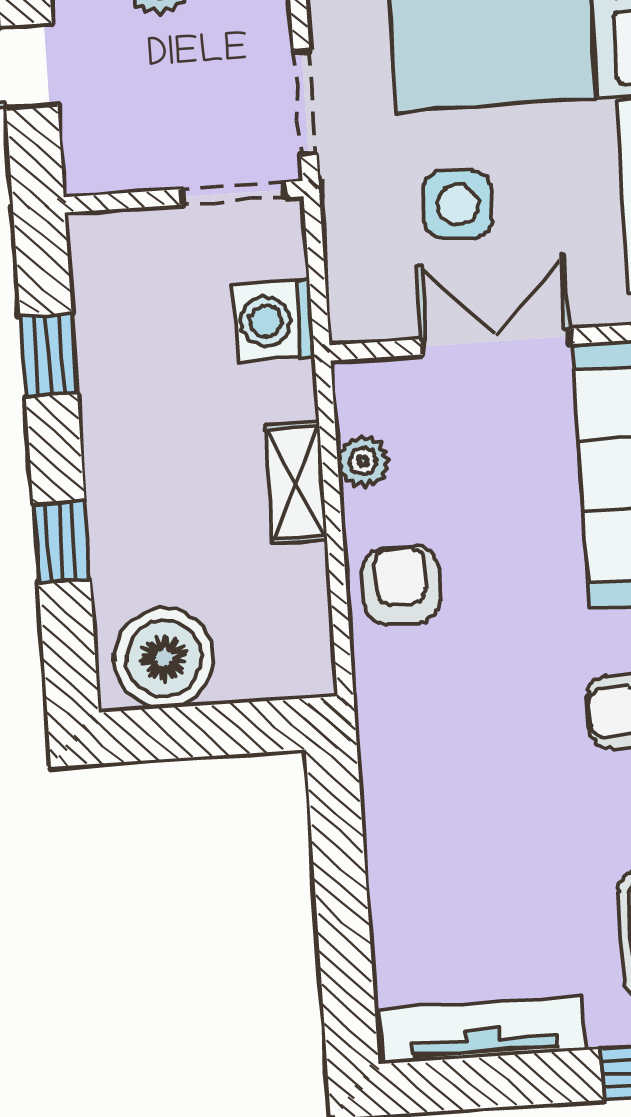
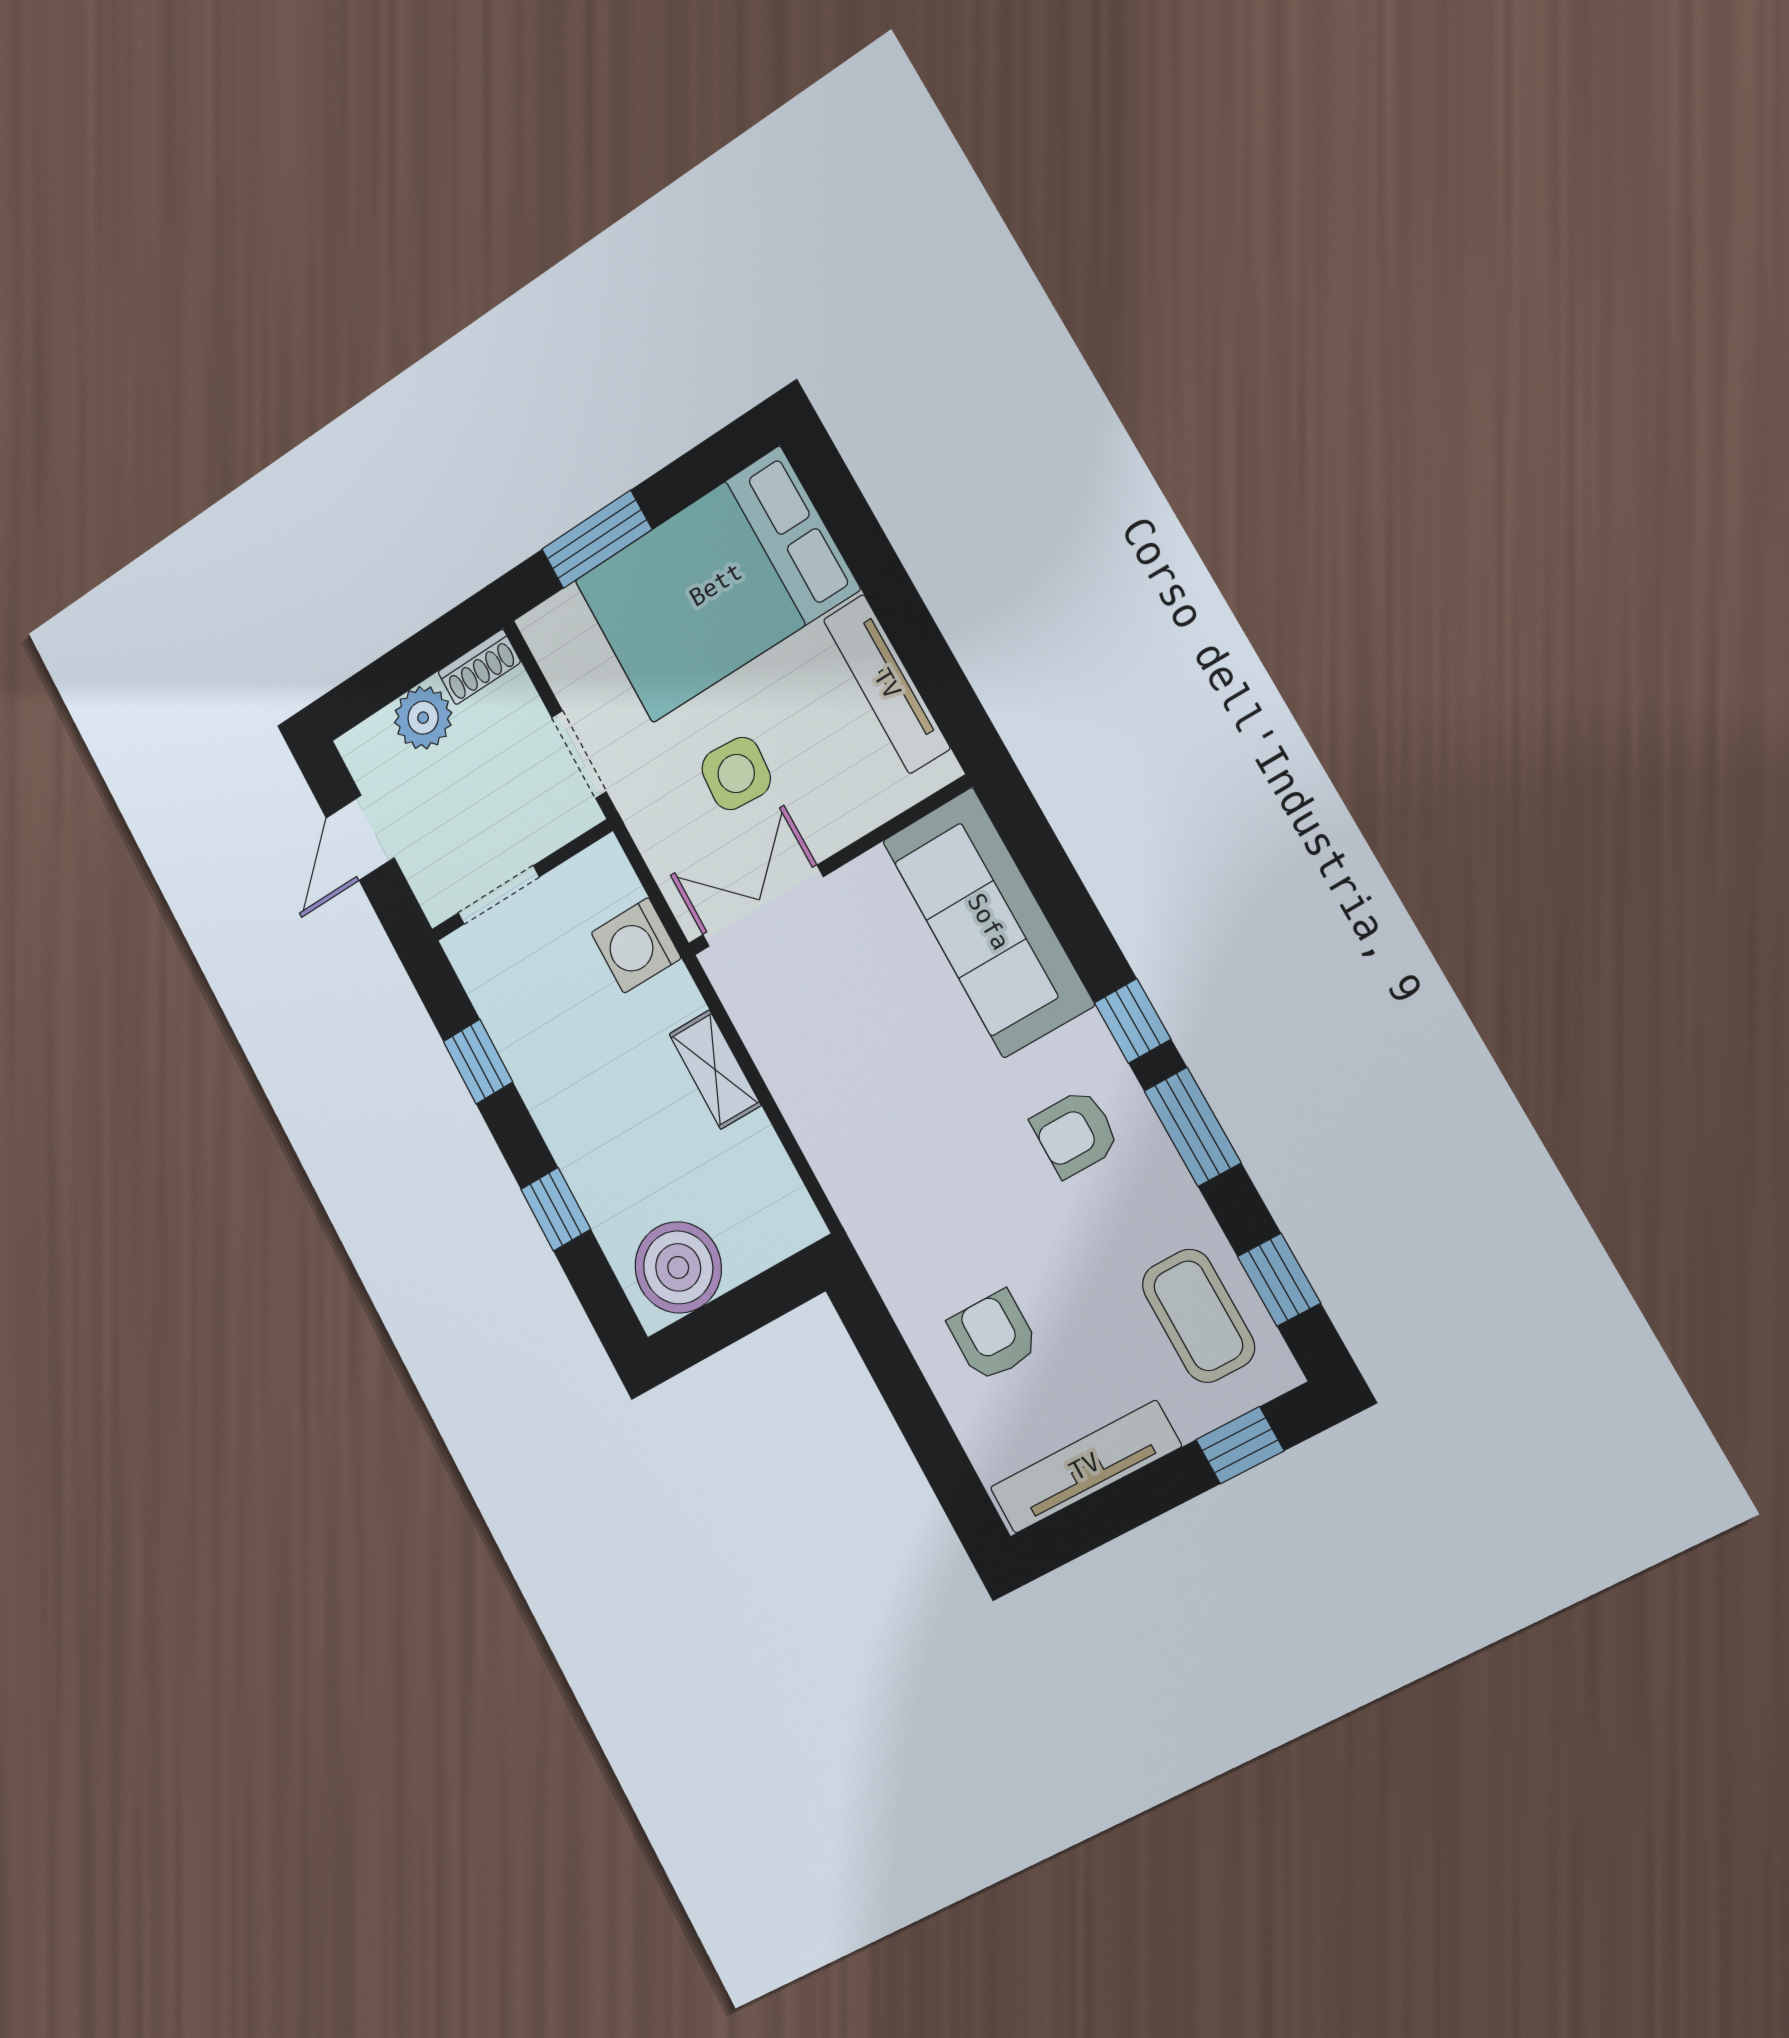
doorway: (233, 193) -> (499, 895), moved
double door: (496, 342) -> (763, 906), moved
plant: (363, 461) -> (760, 1025), removed
armchair: (401, 585) -> (993, 1336), moved

